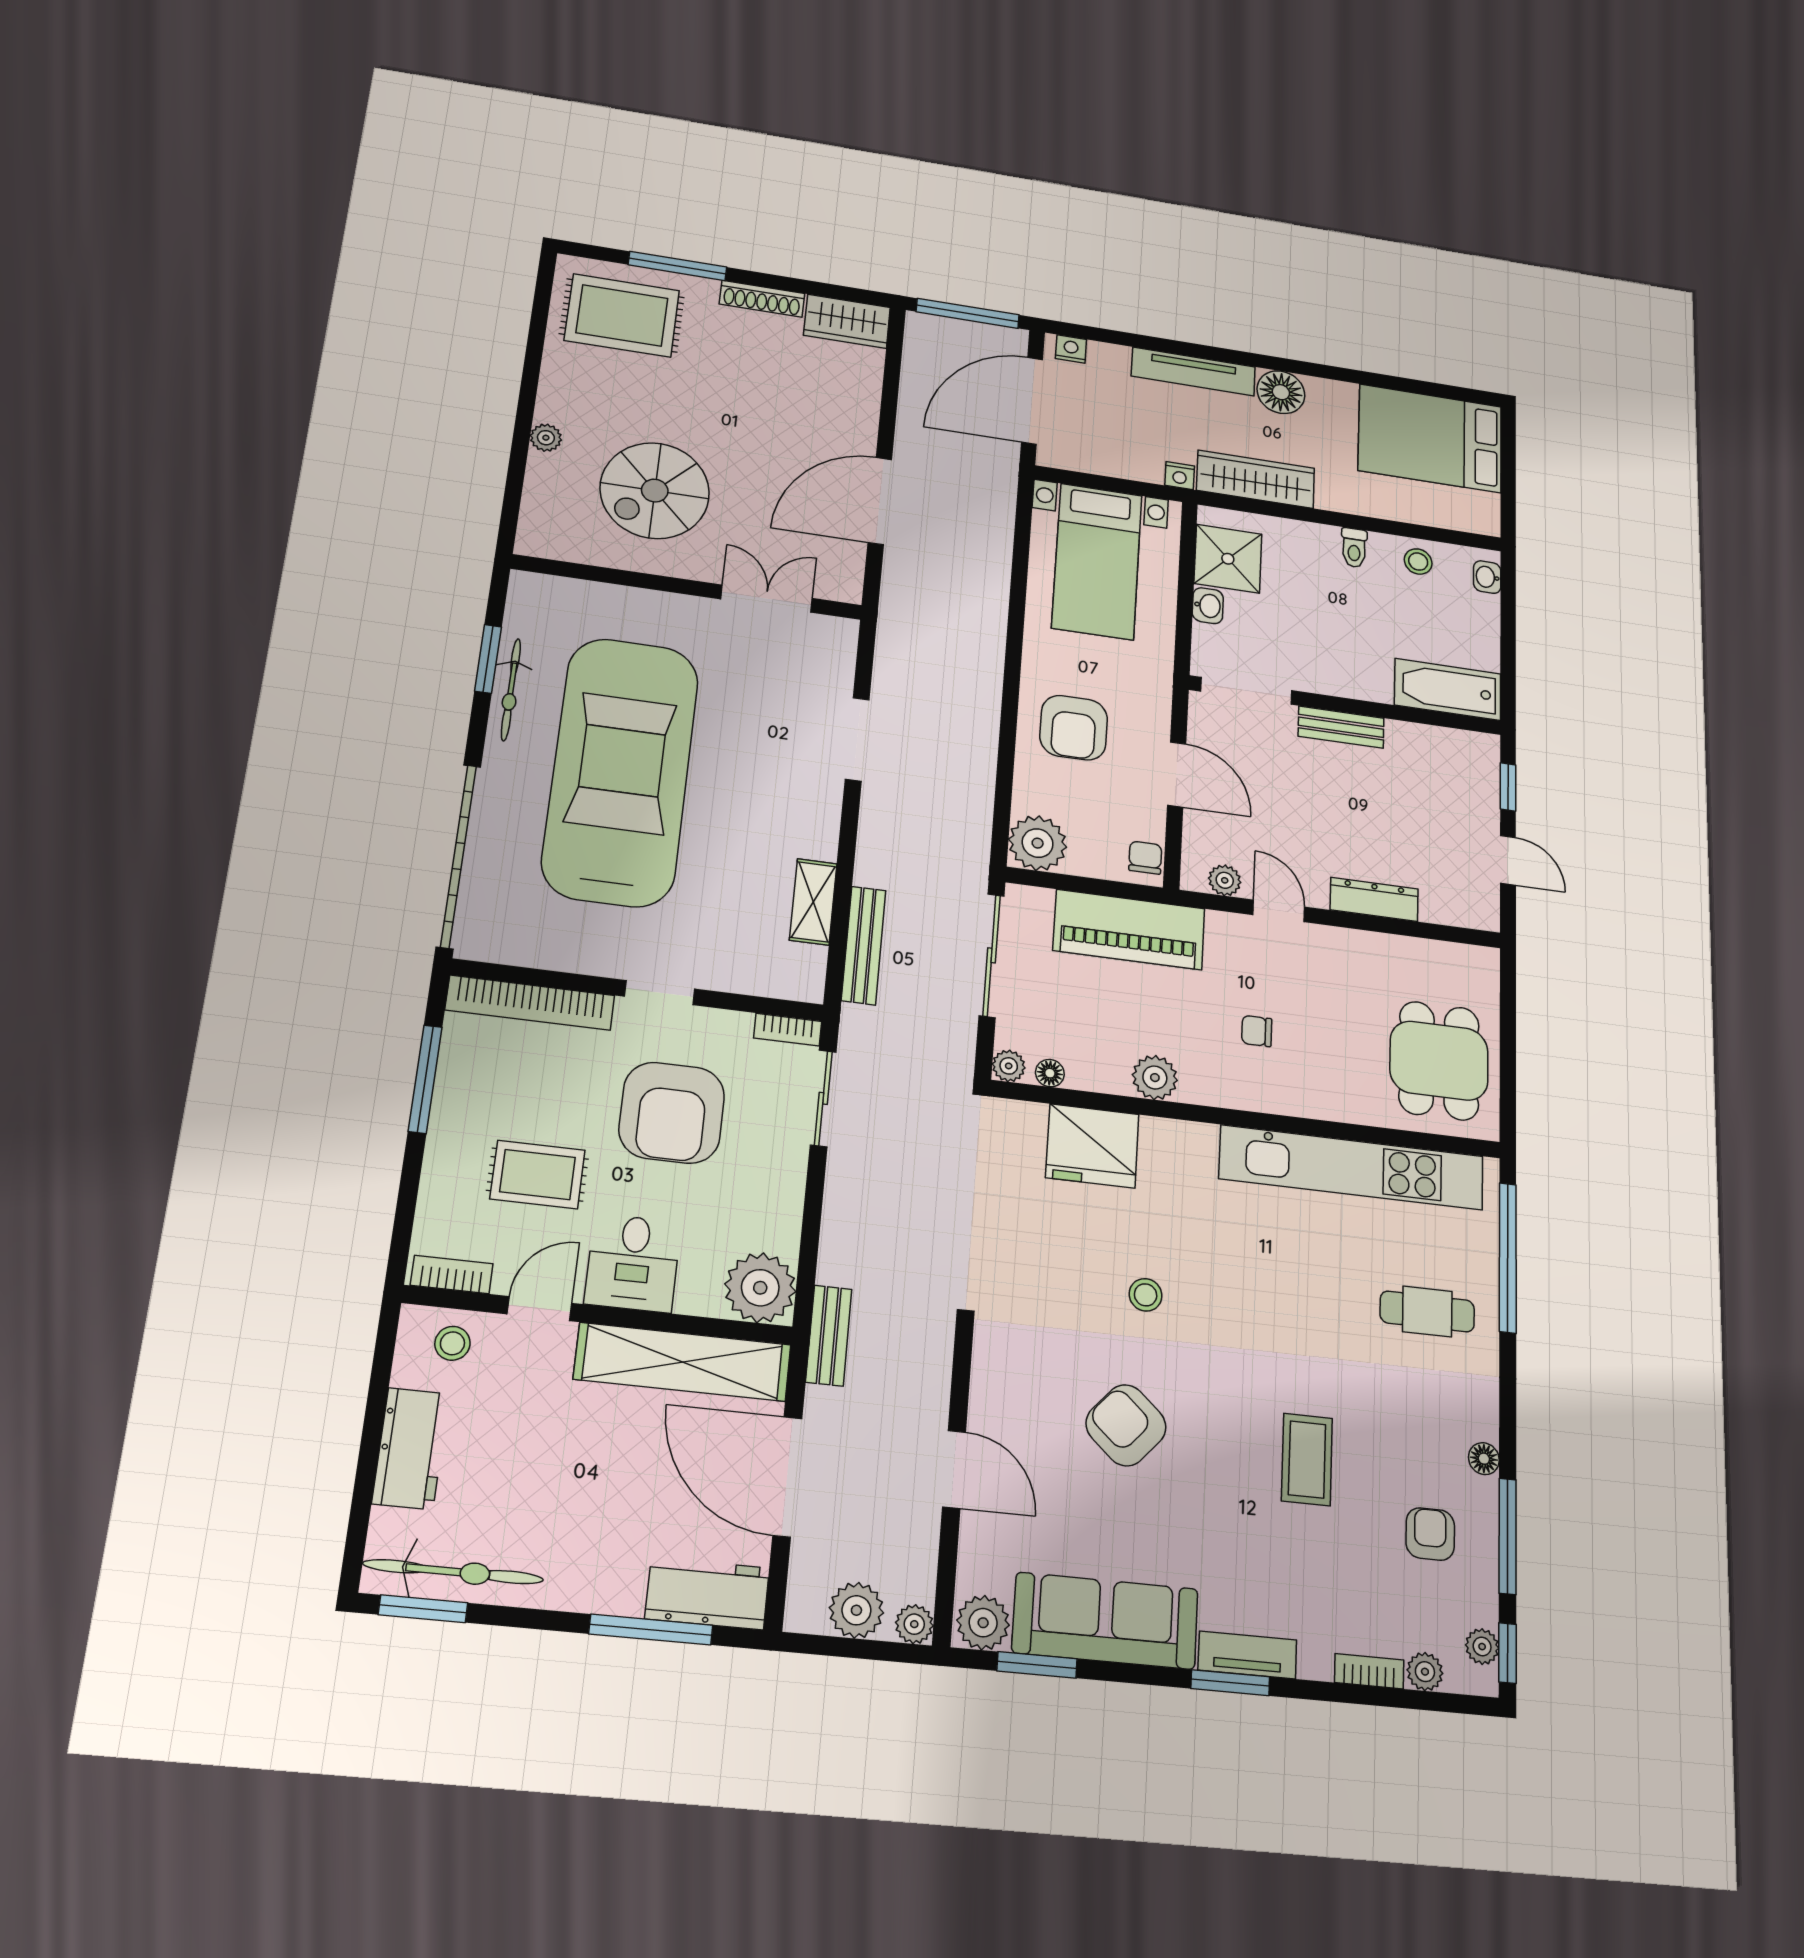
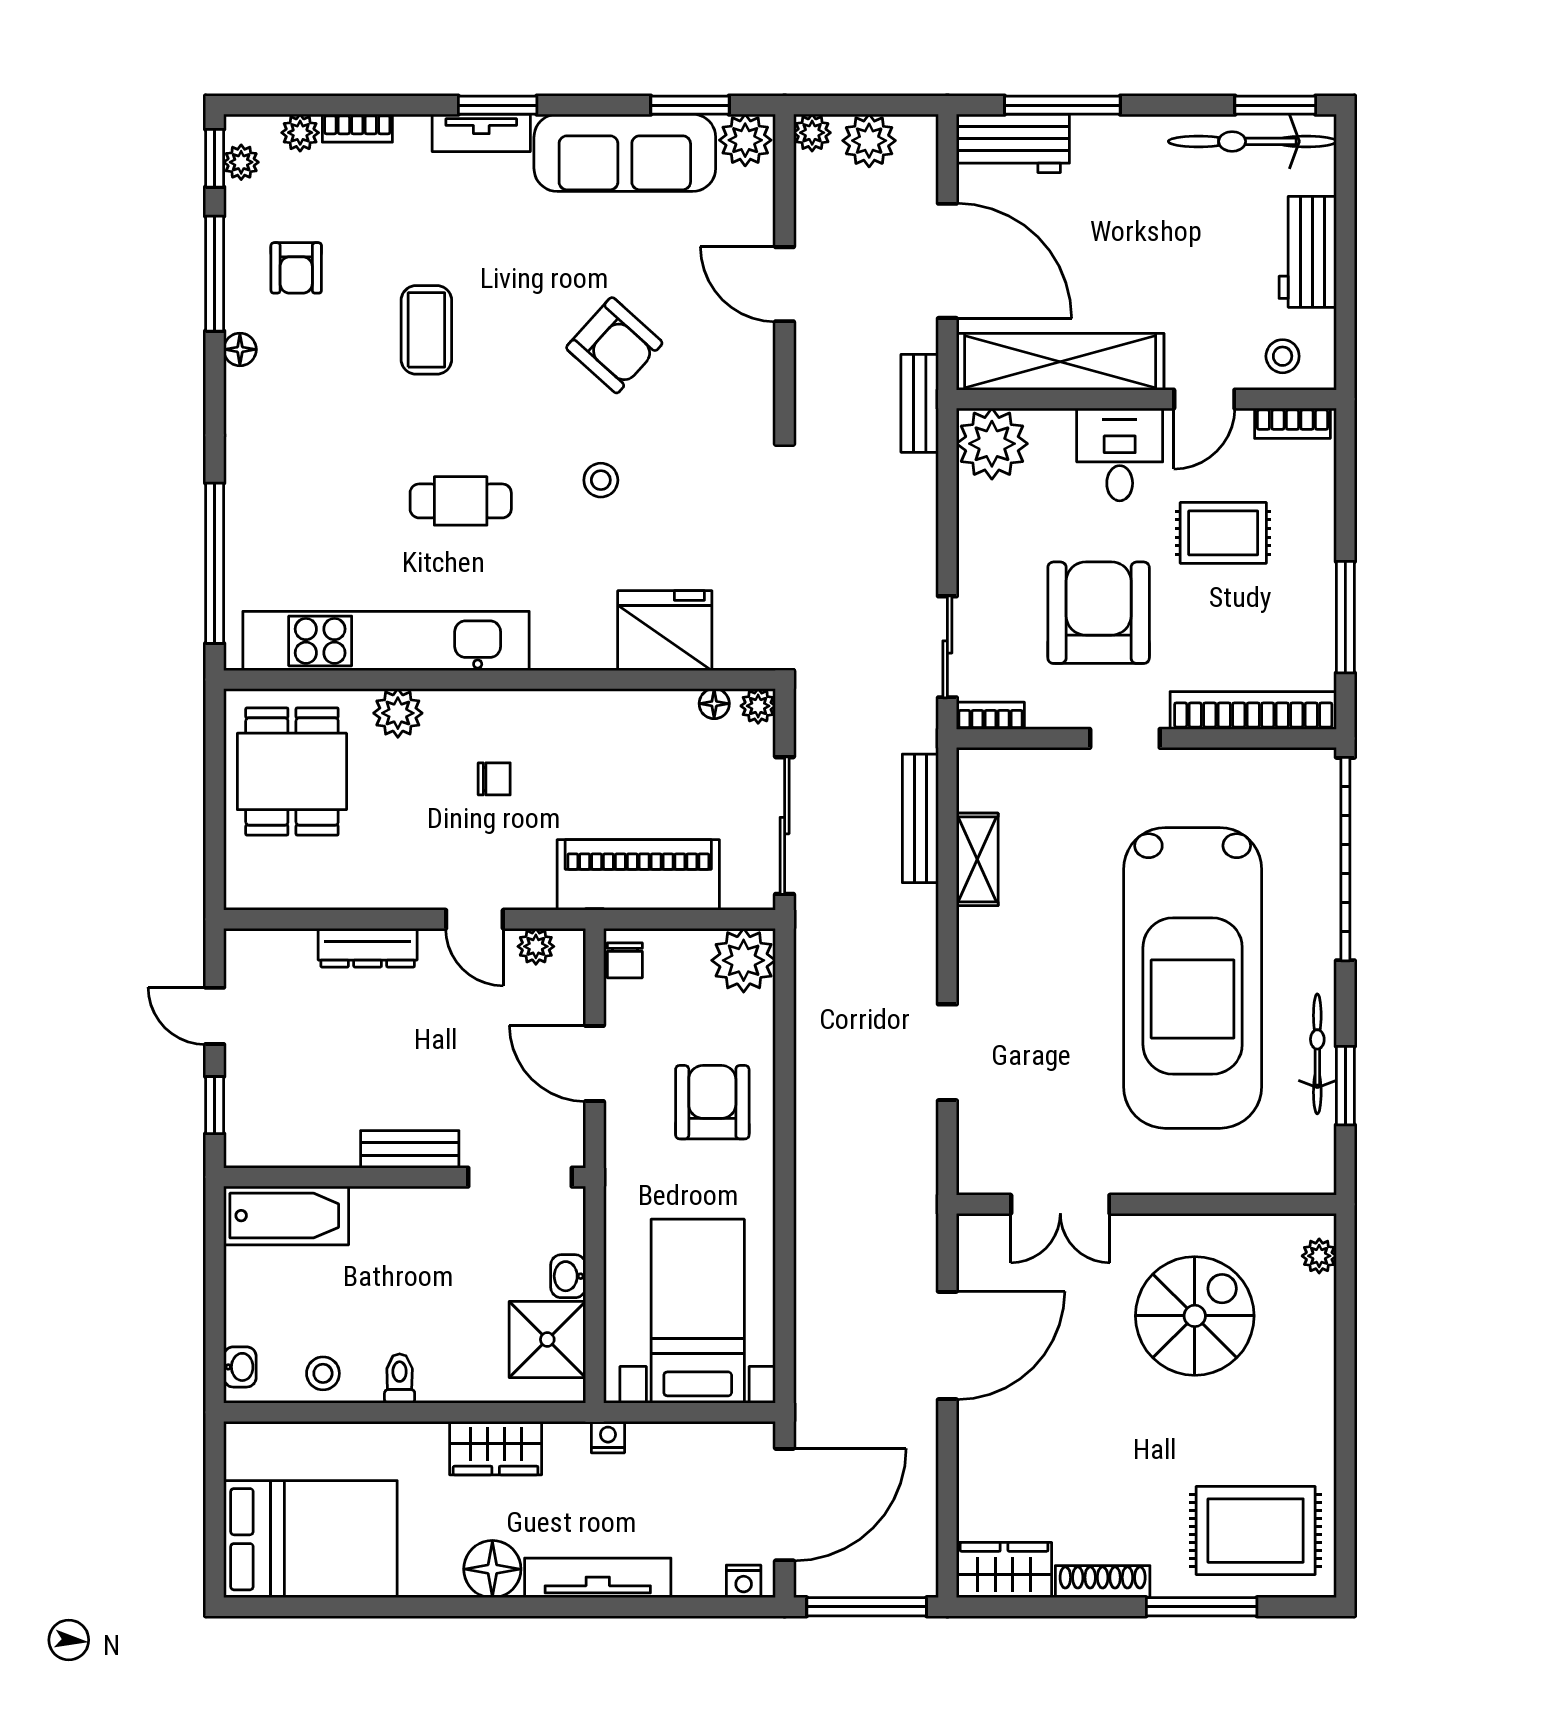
plant: (546, 438) -> (1319, 1256), moved
wardrobe: (1256, 479) -> (496, 1448), width x0.67
plant: (1155, 1078) -> (398, 713), moved
cafe table: (1427, 1312) -> (461, 501), moved

